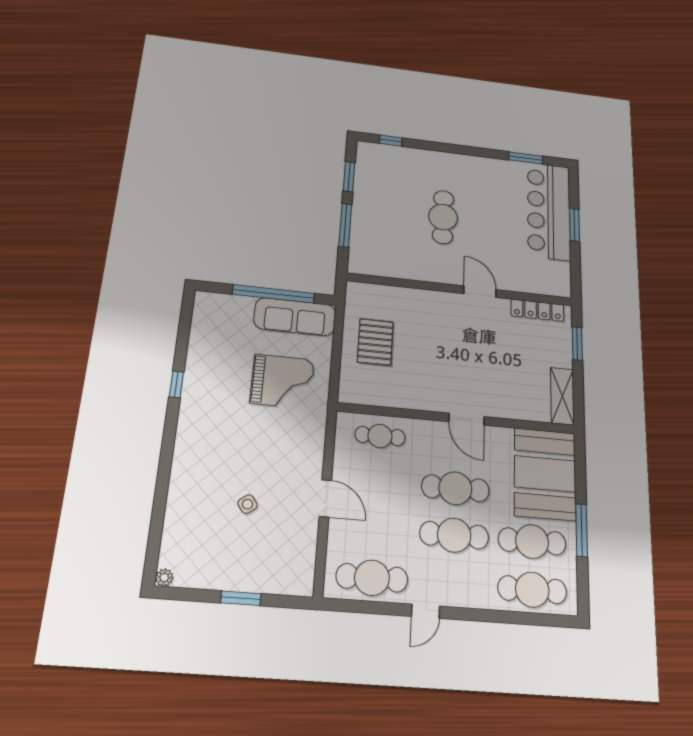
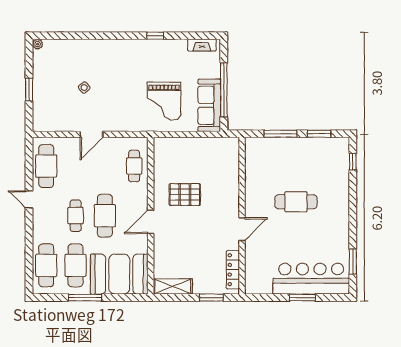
fireplace: (201, 317) -> (202, 45), added
pallet: (375, 342) -> (185, 195), moved
cafe table: (454, 535) -> (76, 216), width x0.73, depth x0.74

